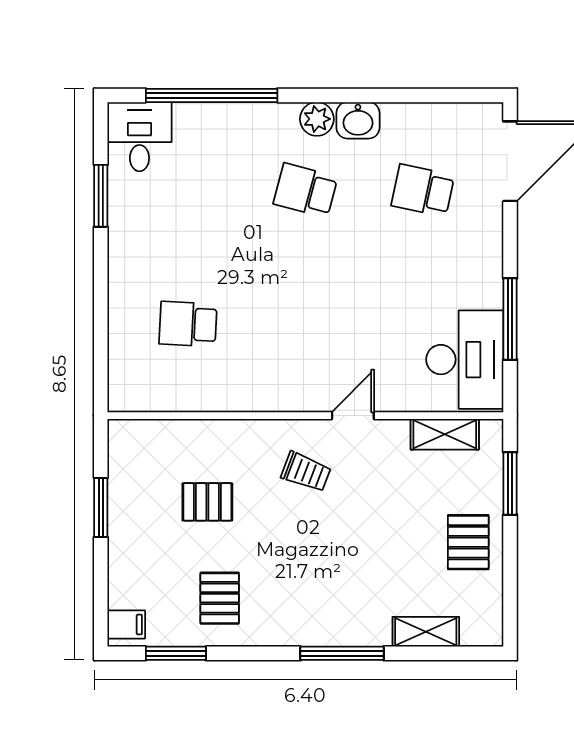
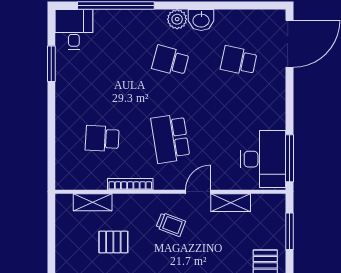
window: (510, 319) -> (290, 158), moved
school desk: (305, 324) -> (170, 138), added
bookcase: (236, 402) -> (130, 184), added
shelving: (172, 434) -> (93, 202), added
shelving: (445, 434) -> (231, 203), moved
window: (101, 507) -> (51, 245), removed

